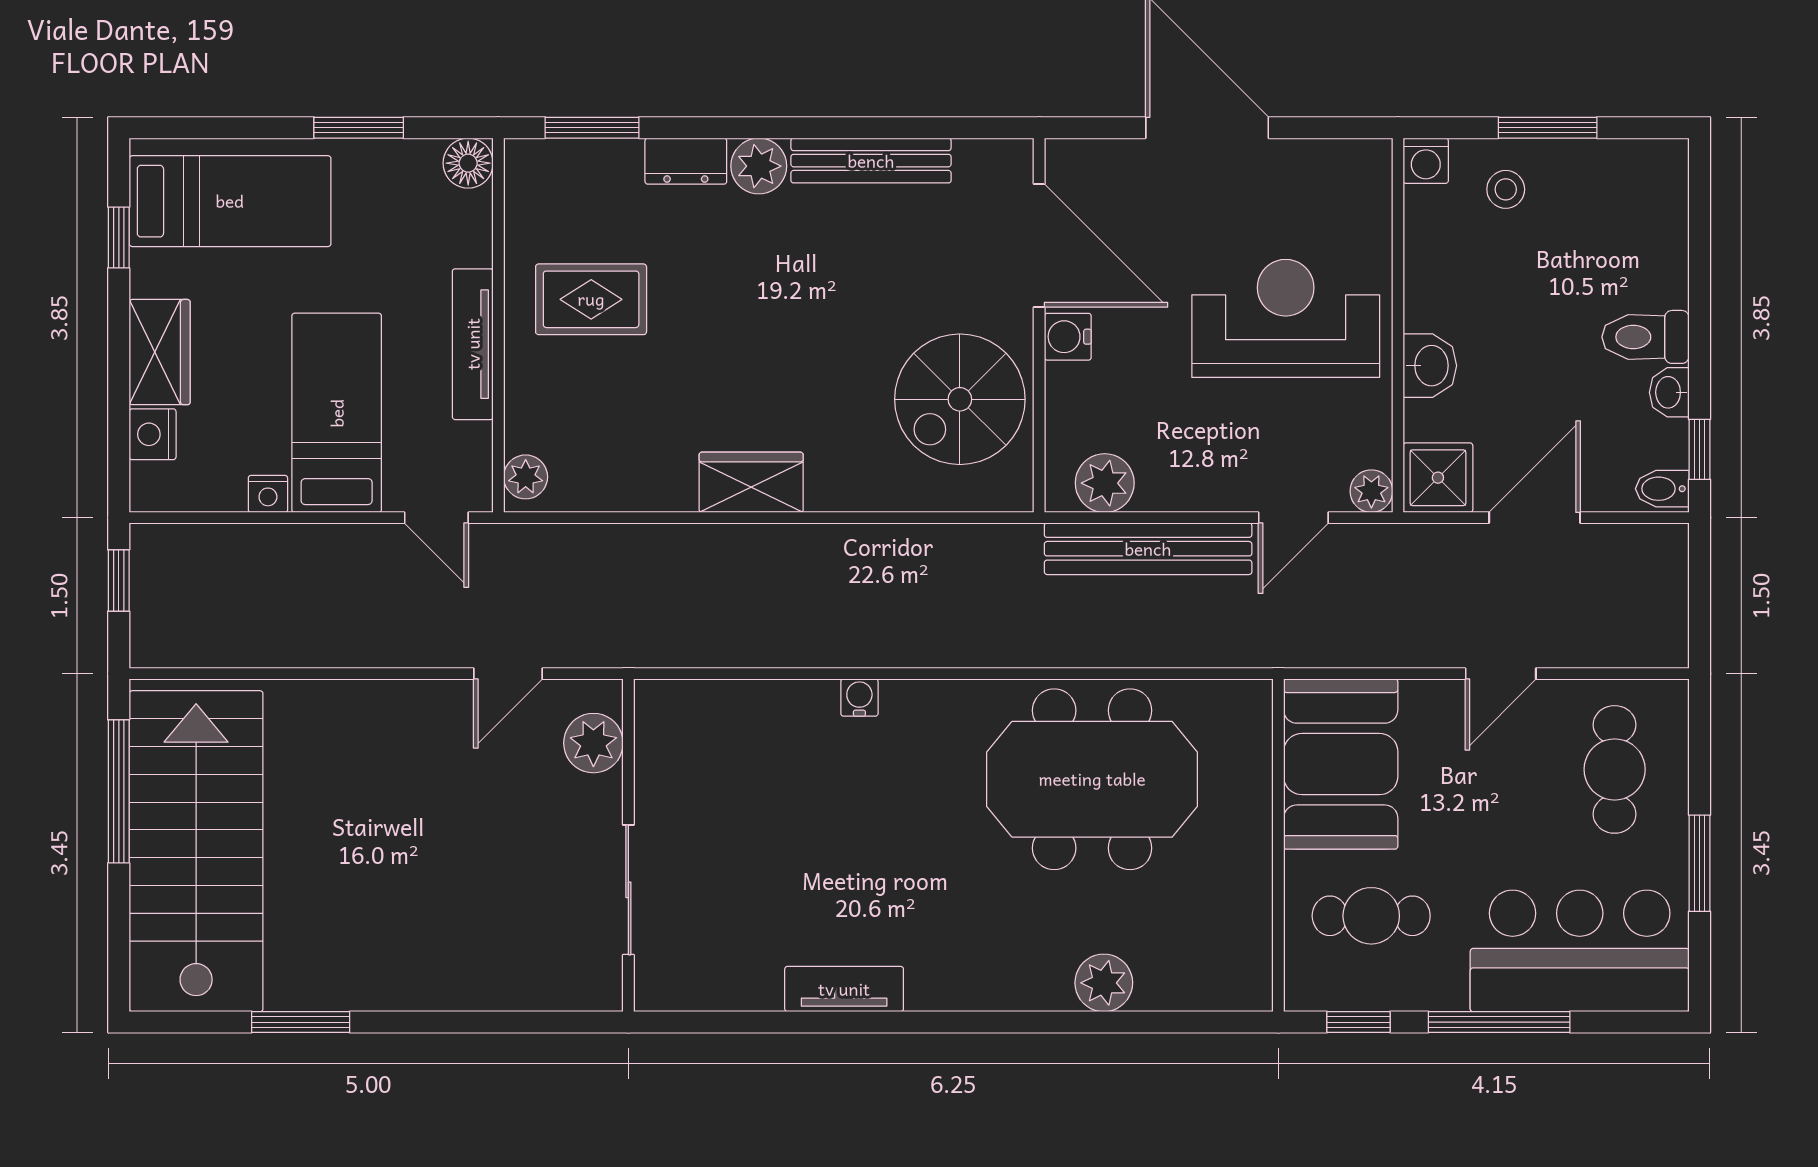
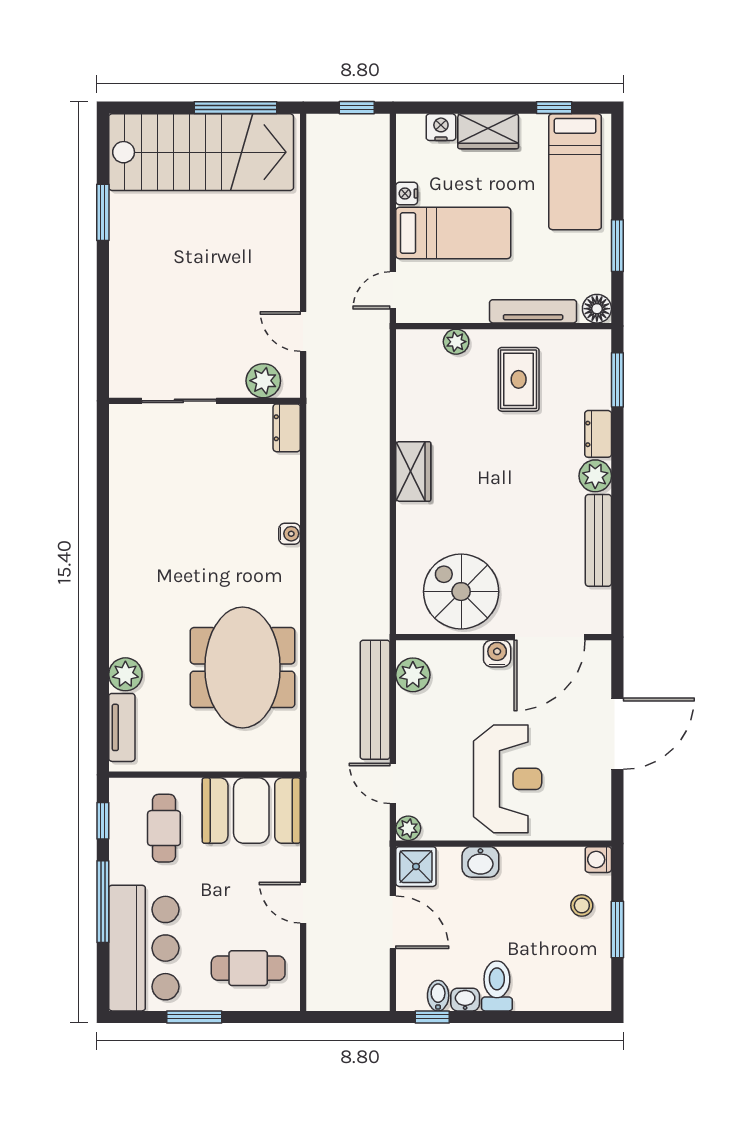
tv unit: (473, 344) -> (533, 311), moved
plant: (526, 477) -> (456, 342), moved
bidet: (1662, 489) -> (438, 996), moved
dresser: (675, 702) -> (287, 428), added
tv unit: (844, 989) -> (122, 727), moved

